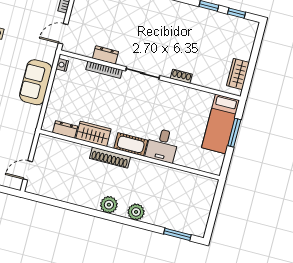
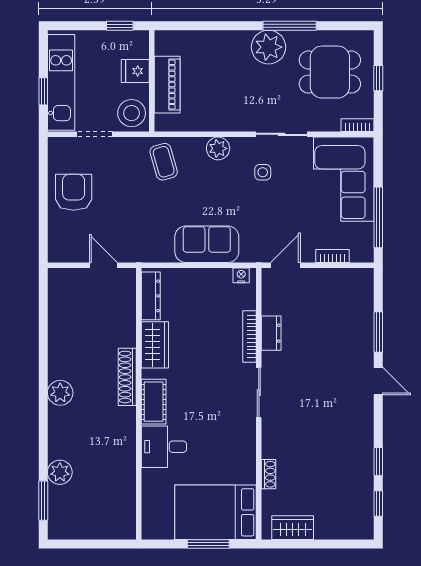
door: (63, 34) -> (286, 265), hinge flipped
shoe rack: (181, 76) -> (269, 474), moved
bed: (221, 124) -> (215, 512), width x1.50
dresser: (65, 129) -> (151, 296), width x1.44
door: (28, 170) -> (103, 265), moved
plant: (136, 212) -> (60, 472), moved

